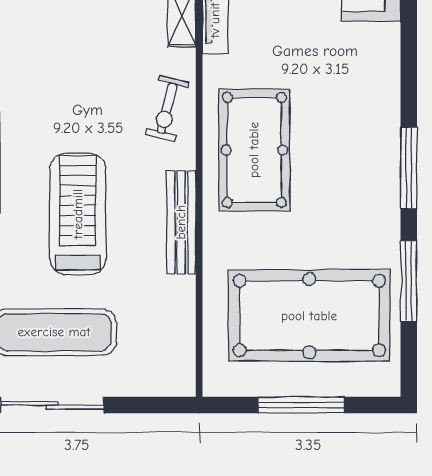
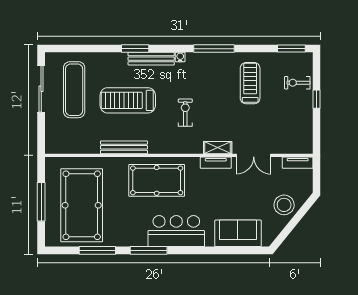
bar counter: (366, 107) -> (176, 231), added
exercise bike: (167, 108) -> (185, 113), moved, turned 76
treadmill: (78, 214) -> (128, 100), turned 180

